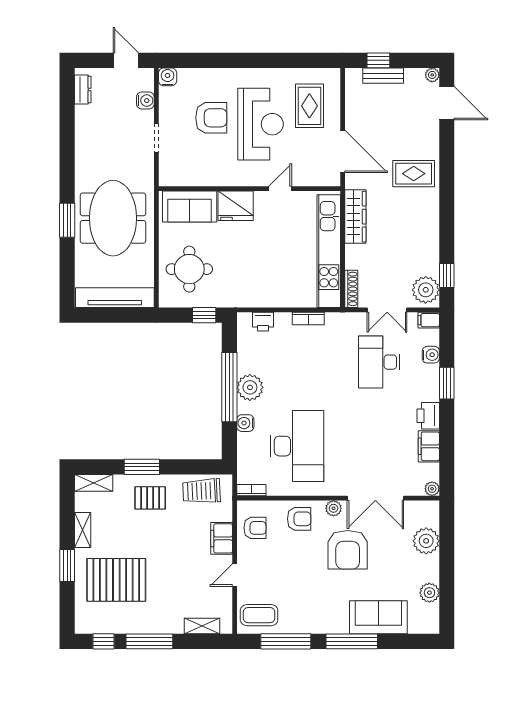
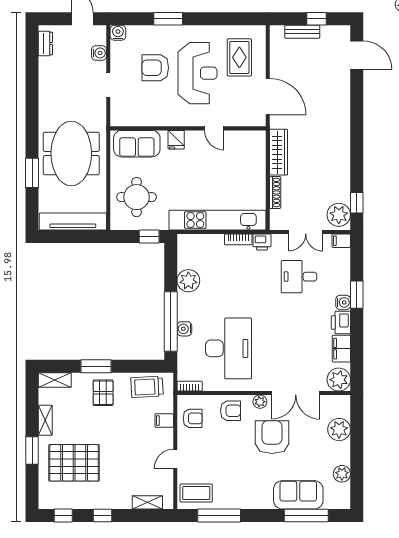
window: (226, 60) -> (168, 19), added
window: (378, 60) -> (316, 19), moved
plant: (432, 75) -> (344, 31), removed
armchair: (211, 118) -> (155, 68), turned 180
rug: (414, 174) -> (328, 115), removed
door: (280, 189) -> (214, 128), swing flipped
fridge: (236, 206) -> (176, 140), width x0.53, depth x0.75
window: (67, 220) -> (32, 173), moved
kitchen unit: (329, 251) -> (218, 220), moved, turned 90
shoe rack: (351, 289) -> (275, 192), moved
printer: (263, 322) -> (262, 242), moved
water cooler: (431, 355) -> (343, 302), moved
desk: (379, 362) -> (299, 277), width x0.73
window: (229, 387) -> (171, 322), moved
plant: (250, 387) -> (188, 281), moved
plant: (432, 489) -> (339, 380), width x1.88, depth x1.88
pallet: (150, 498) -> (103, 393), turned 90
filing cabinet: (222, 538) -> (164, 421), width x0.50
armchair: (348, 550) -> (272, 437), turned 180
window: (149, 641) -> (102, 515), width x0.46
window: (352, 641) -> (306, 515), moved

